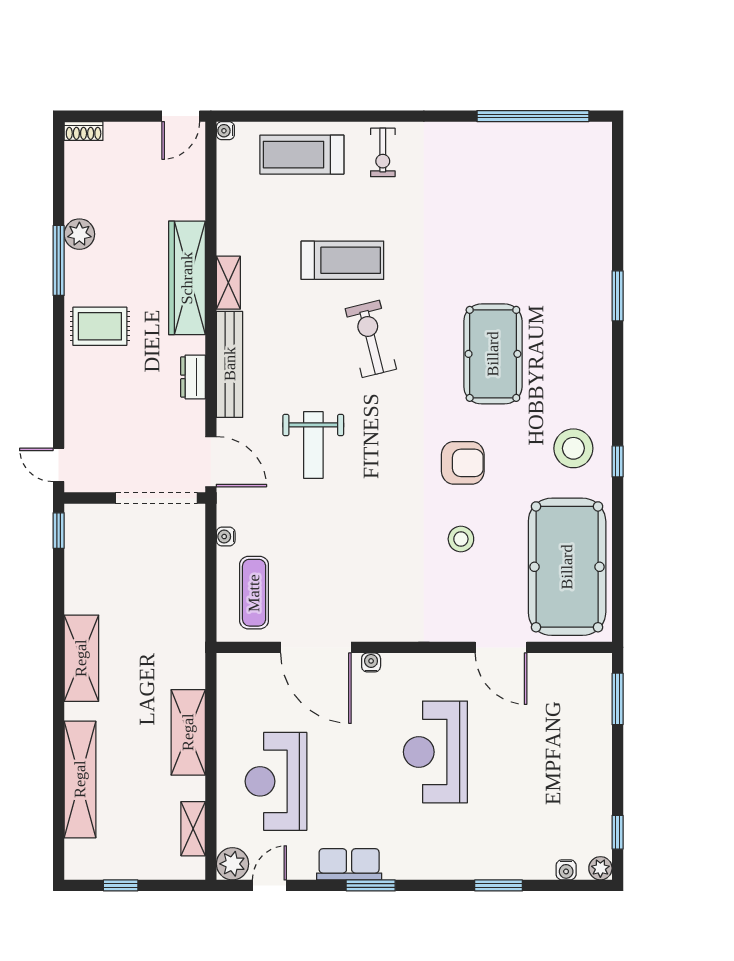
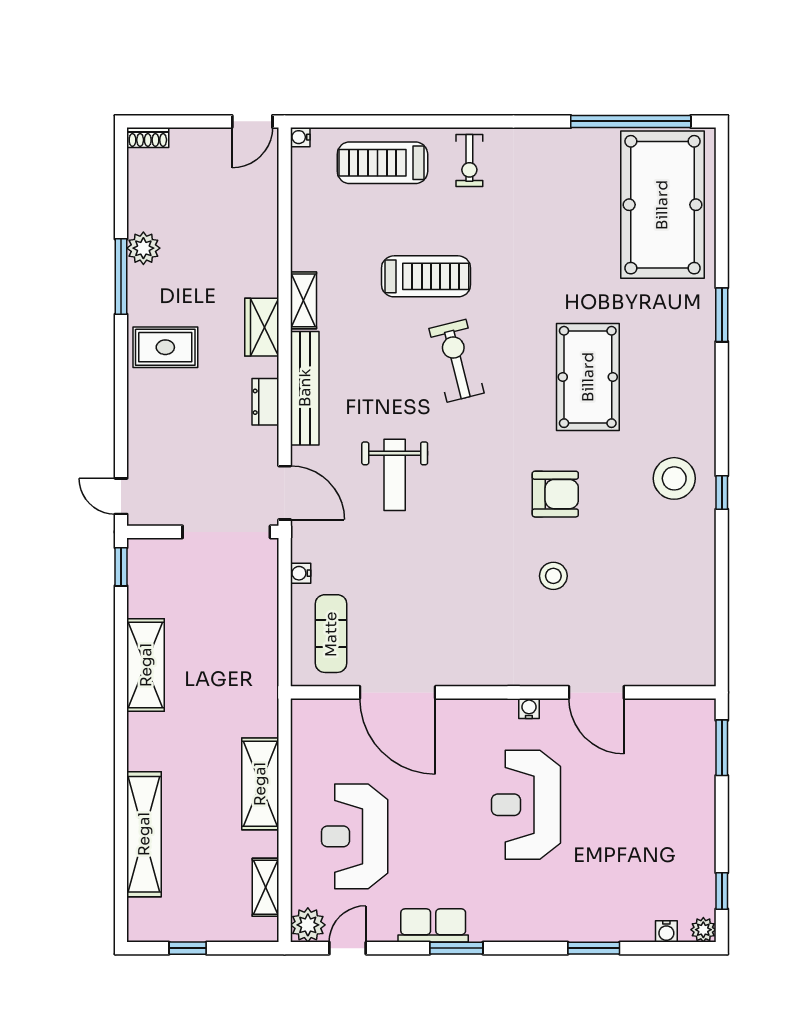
wardrobe: (187, 278) -> (262, 327), width x0.48, depth x0.85
pool table: (567, 567) -> (662, 205), moved
shelving: (81, 658) -> (146, 665), moved
water cooler: (371, 662) -> (529, 709), moved

